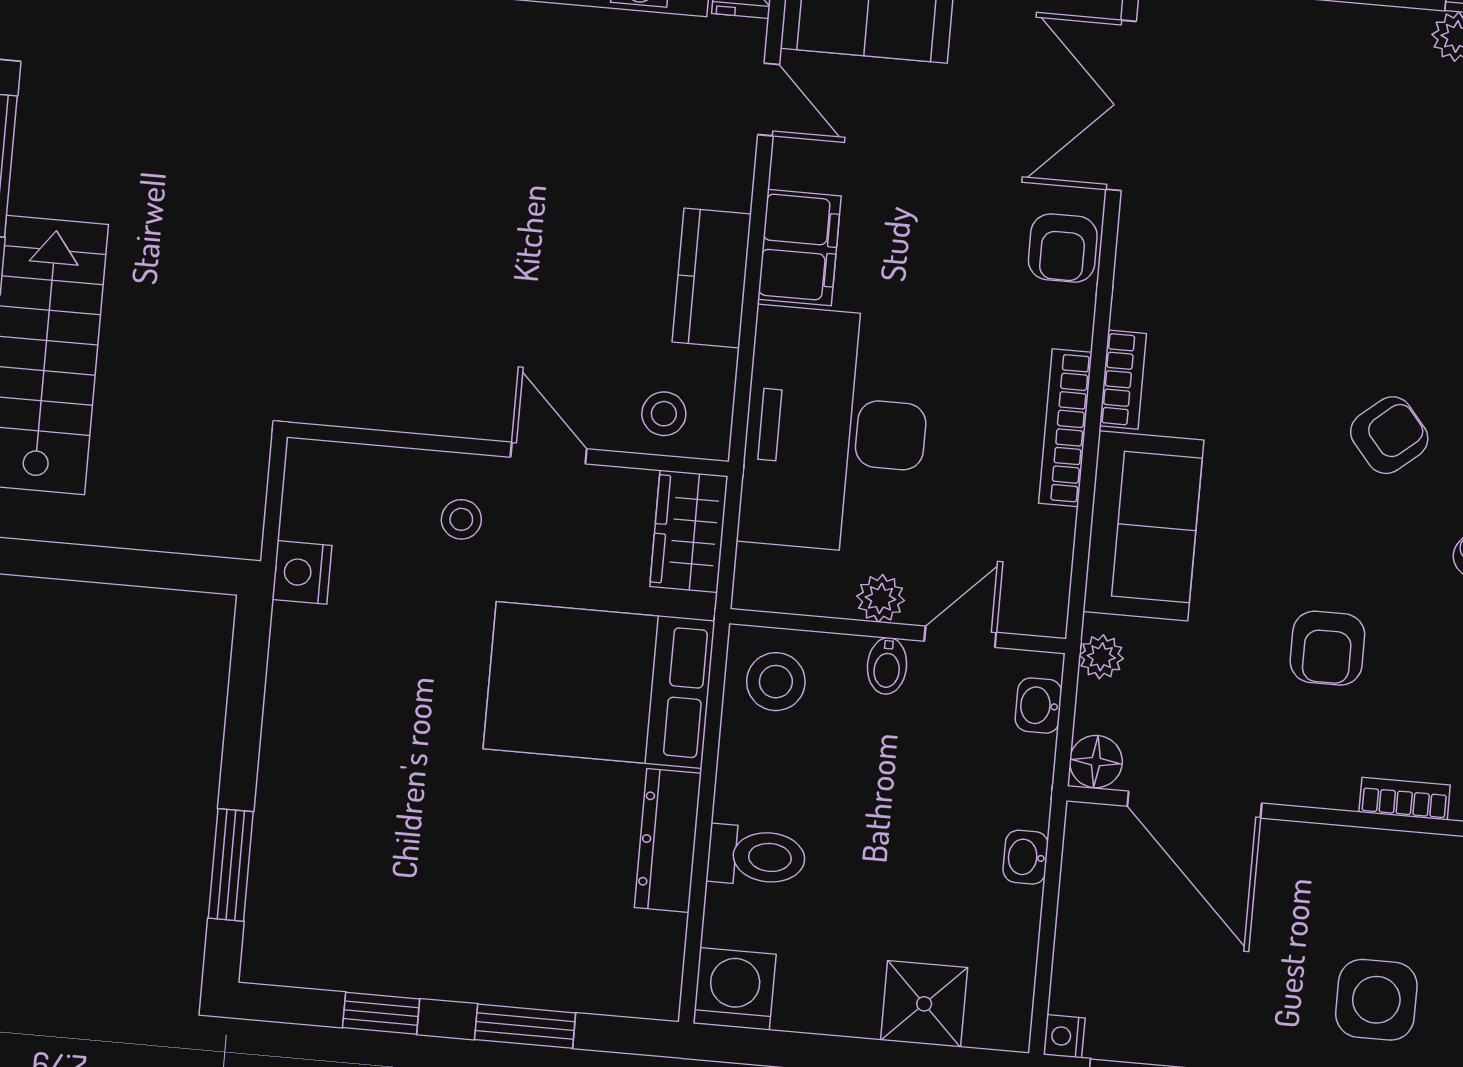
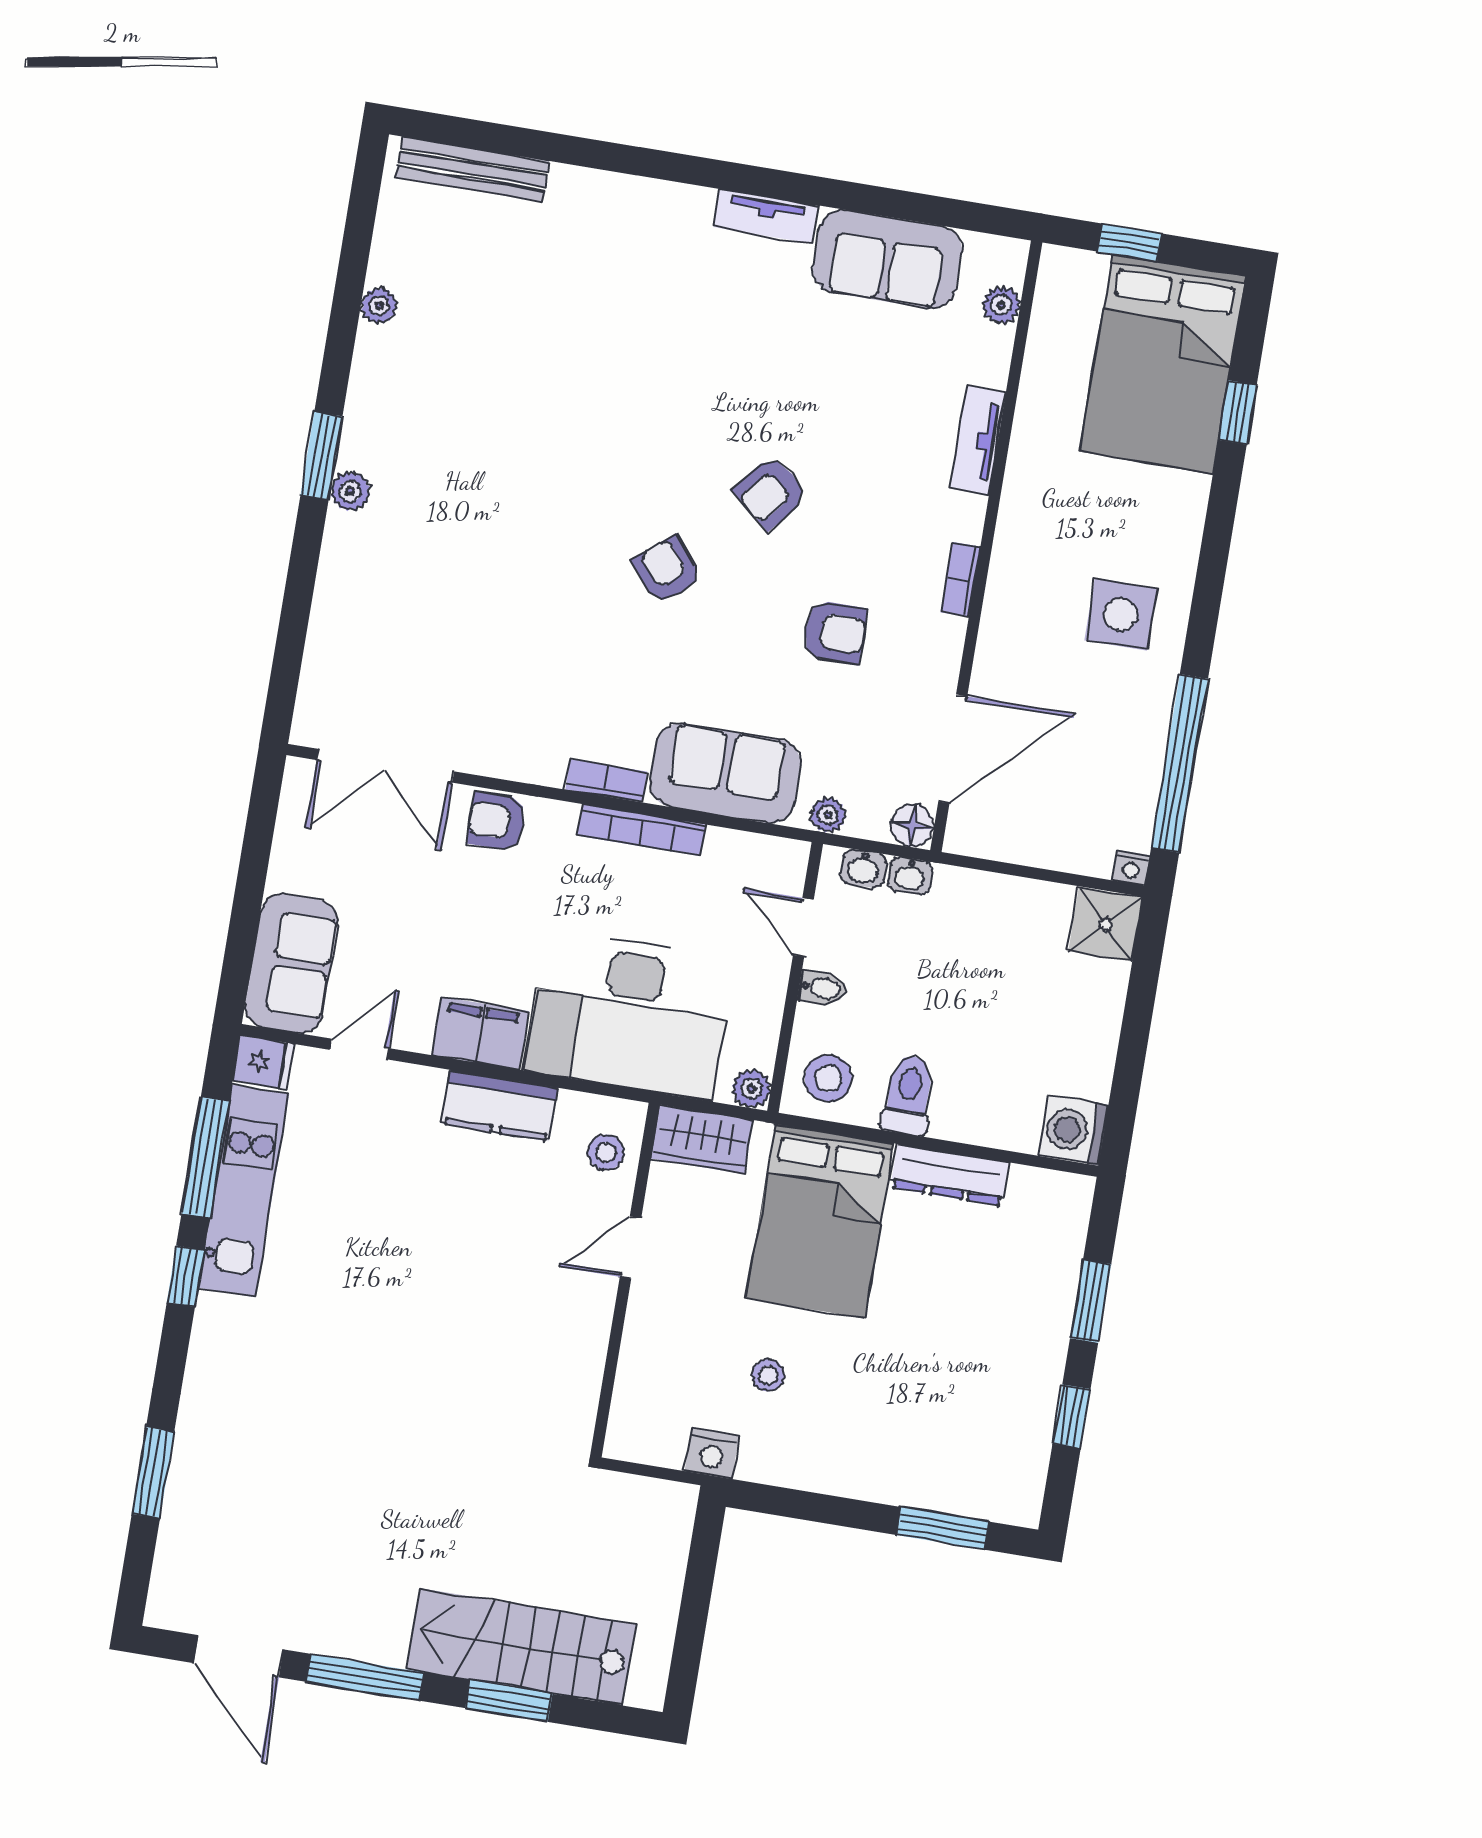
armchair: (1063, 248) -> (497, 821), turned 180
stool: (461, 519) -> (768, 1375), moved
plant: (881, 598) -> (751, 1089), moved
toilet: (756, 856) -> (908, 1095), moved
washbasin: (1026, 857) -> (910, 876), moved
shower: (924, 1004) -> (1106, 924), moved

